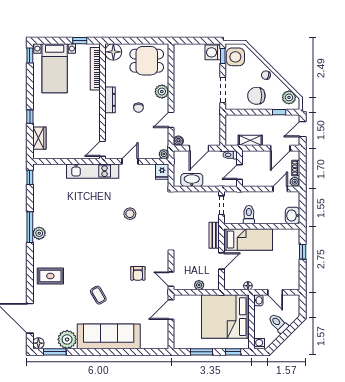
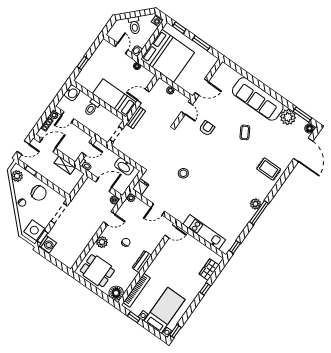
kitchen unit: (93, 171) -> (204, 232), moved
toilet: (249, 215) -> (92, 108), moved

